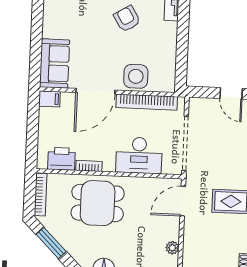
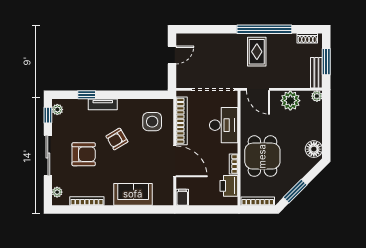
sofa: (55, 64) -> (133, 194), moved
side table: (136, 76) -> (152, 122), moved
plant: (172, 248) -> (290, 101), width x1.87, depth x1.87

